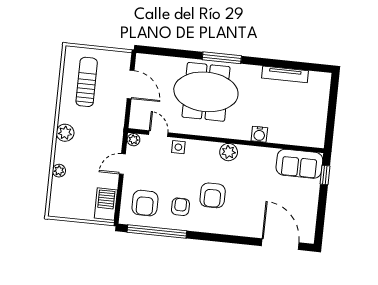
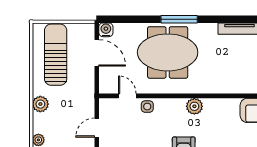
sun lounger: (87, 82) -> (56, 55), width x1.36, depth x1.34
water cooler: (259, 134) -> (106, 30), moved, turned 180
plant: (133, 140) -> (105, 104), removed

